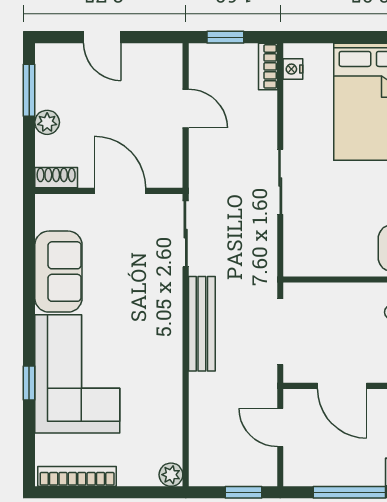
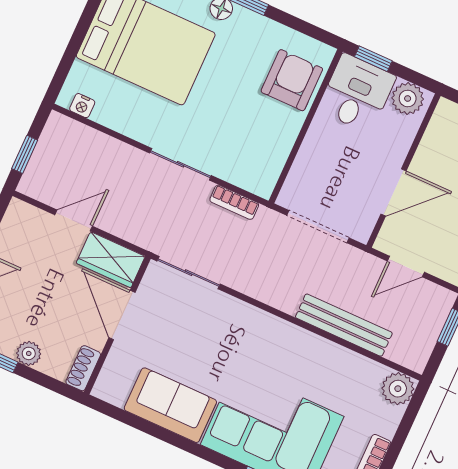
bookcase: (268, 66) -> (234, 202), moved
wardrobe: (165, 158) -> (111, 260), added
door: (120, 191) -> (122, 315), hinge flipped
bench: (202, 324) -> (344, 325), moved
plant: (171, 475) -> (398, 389), width x1.38, depth x1.38

